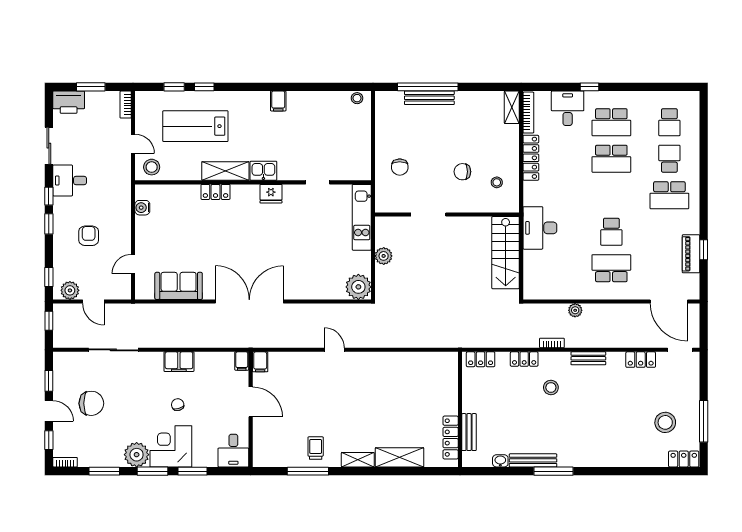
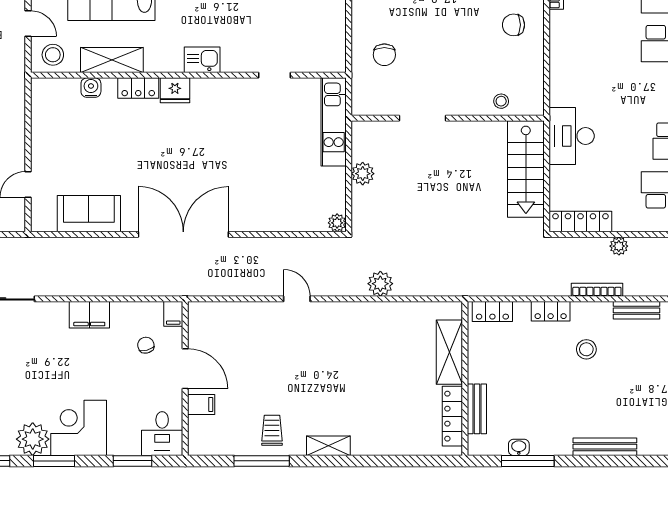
locker: (531, 158) -> (580, 221), moved, turned -90
shelving: (225, 171) -> (112, 60), moved
chair: (462, 172) -> (513, 25), moved
stool: (497, 182) -> (501, 101), moved
fridge: (271, 194) -> (175, 90), moved
water cooler: (142, 208) -> (91, 88), moved, turned 90
plant: (358, 287) -> (337, 223), width x0.53, depth x0.53
plant: (397, 338) -> (380, 284), added
bookcase: (552, 343) -> (597, 290), width x1.56
filing cabinet: (260, 362) -> (201, 404), moved, turned -90
chair: (178, 405) -> (146, 345), moved
shelving: (400, 457) -> (449, 352), moved, turned 90
bench: (533, 460) -> (605, 447), moved
window: (193, 471) -> (133, 461), moved
window: (554, 471) -> (528, 461), moved

